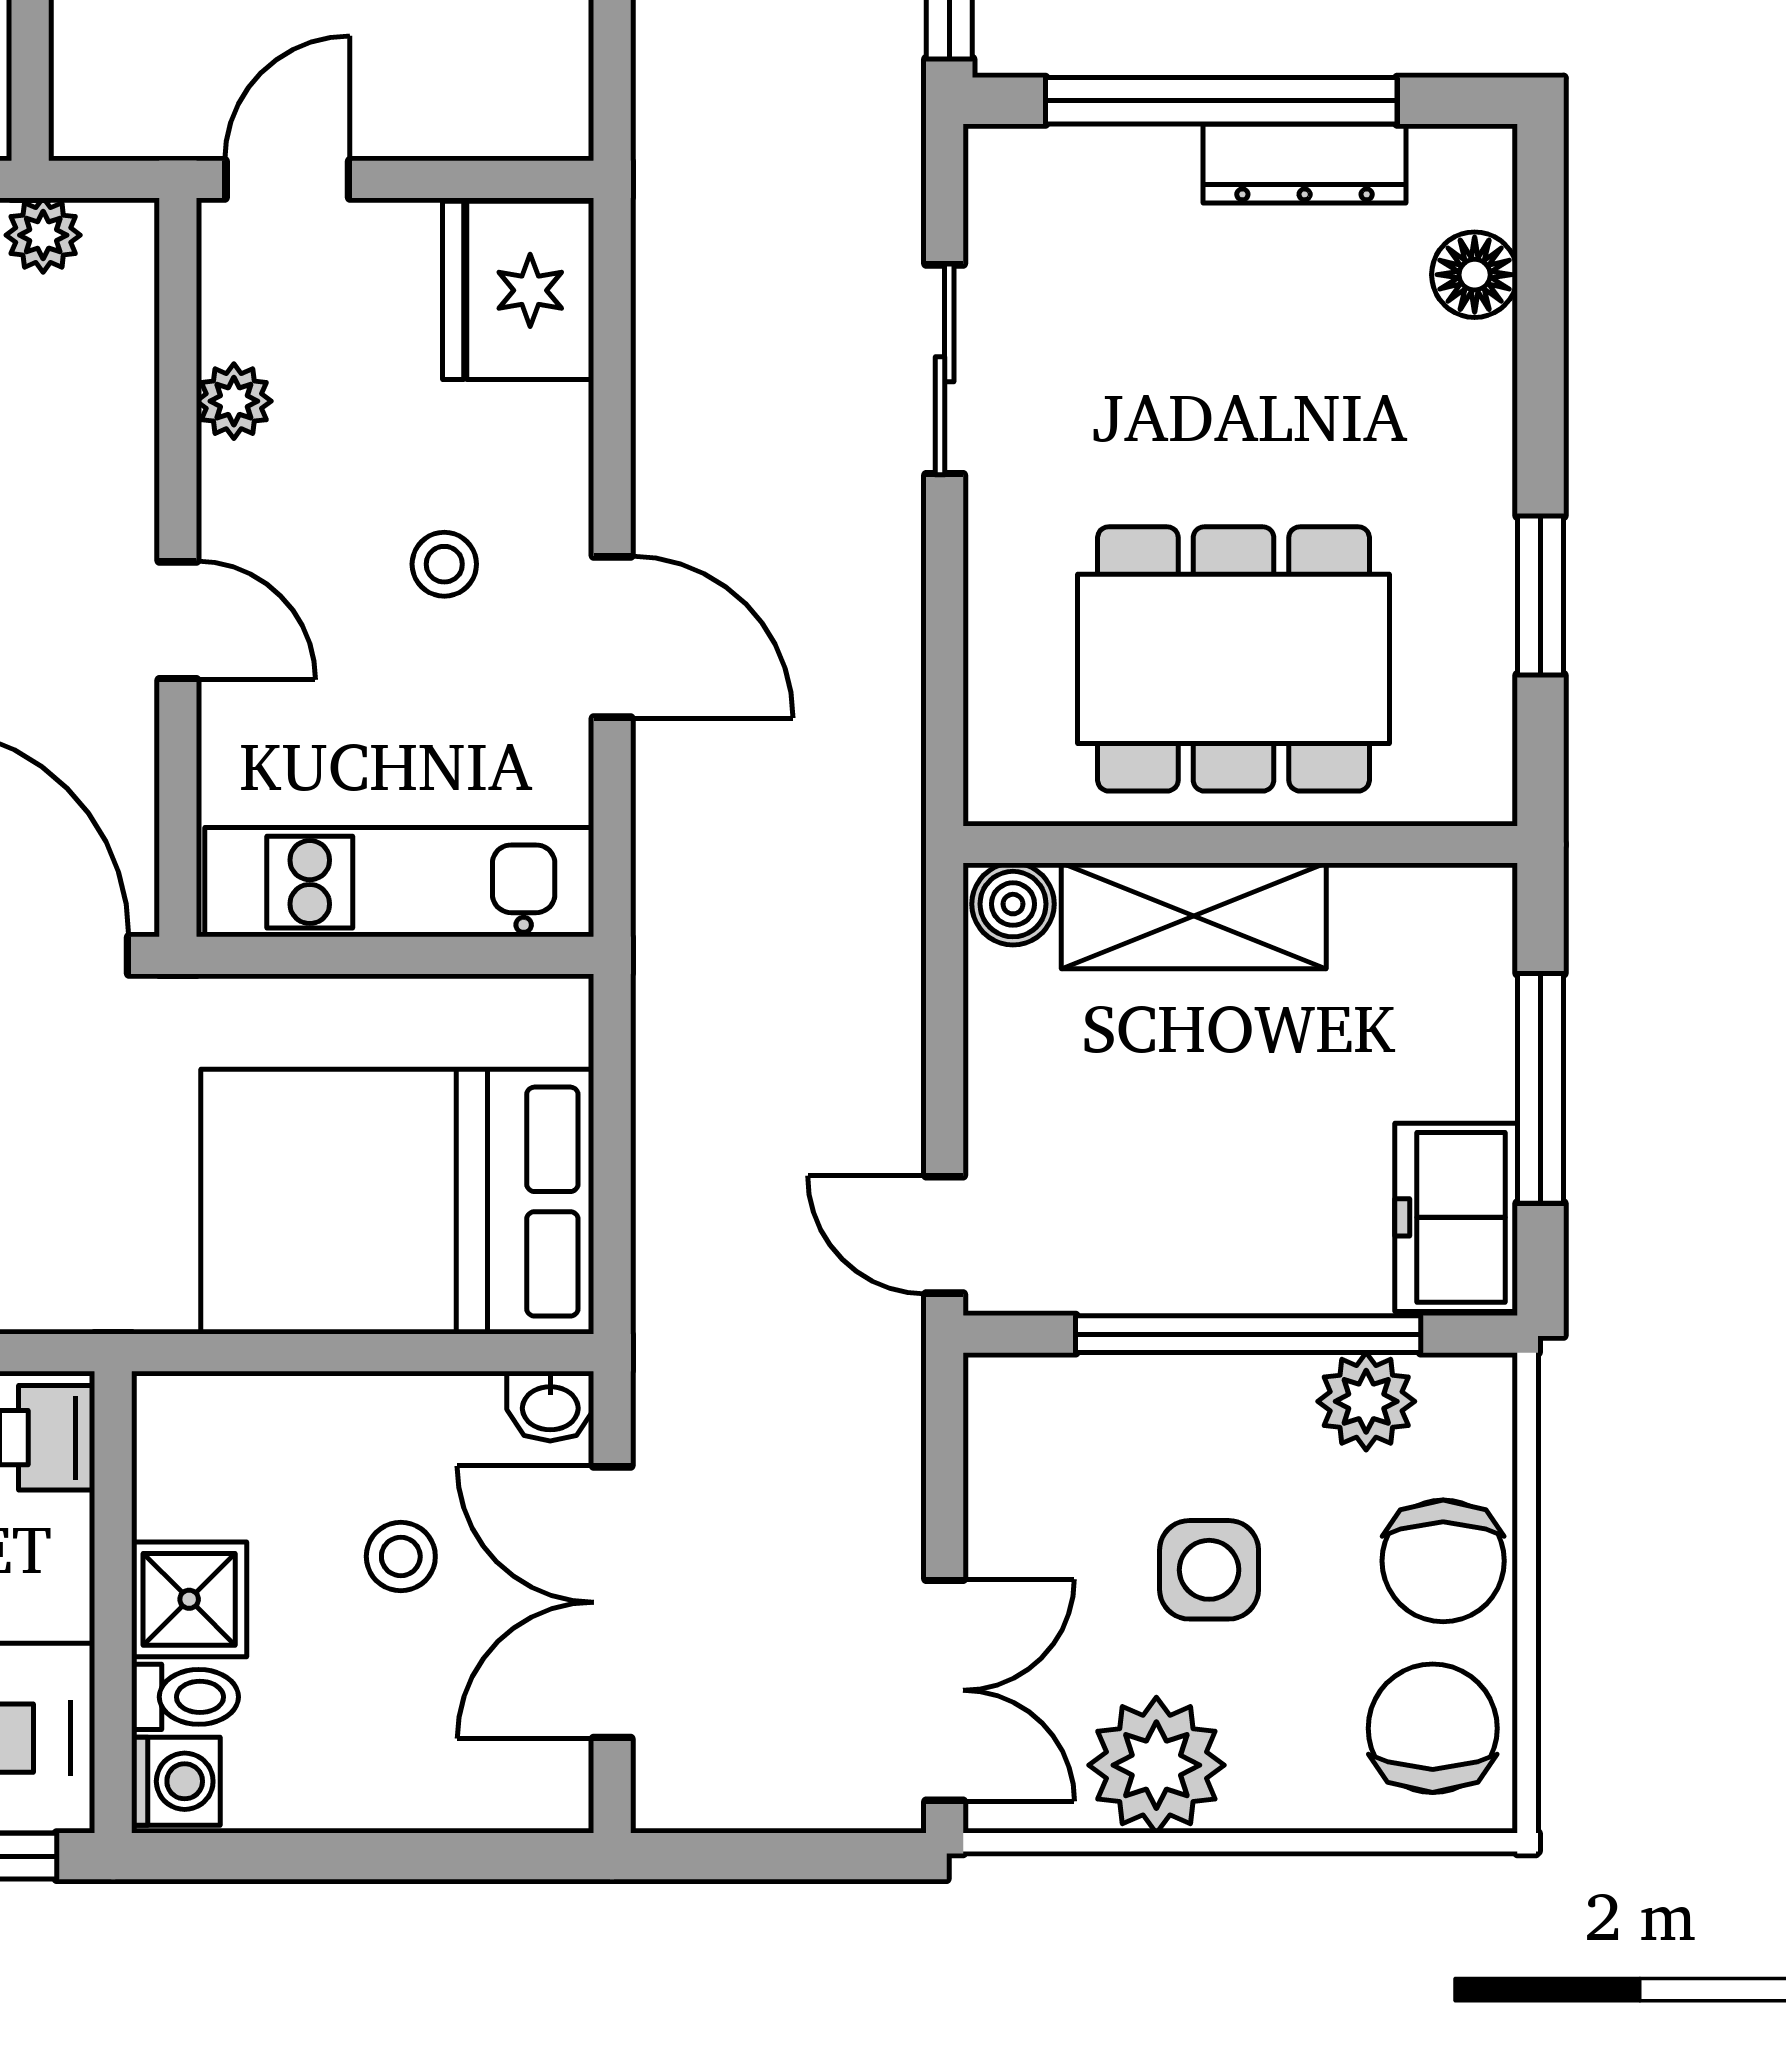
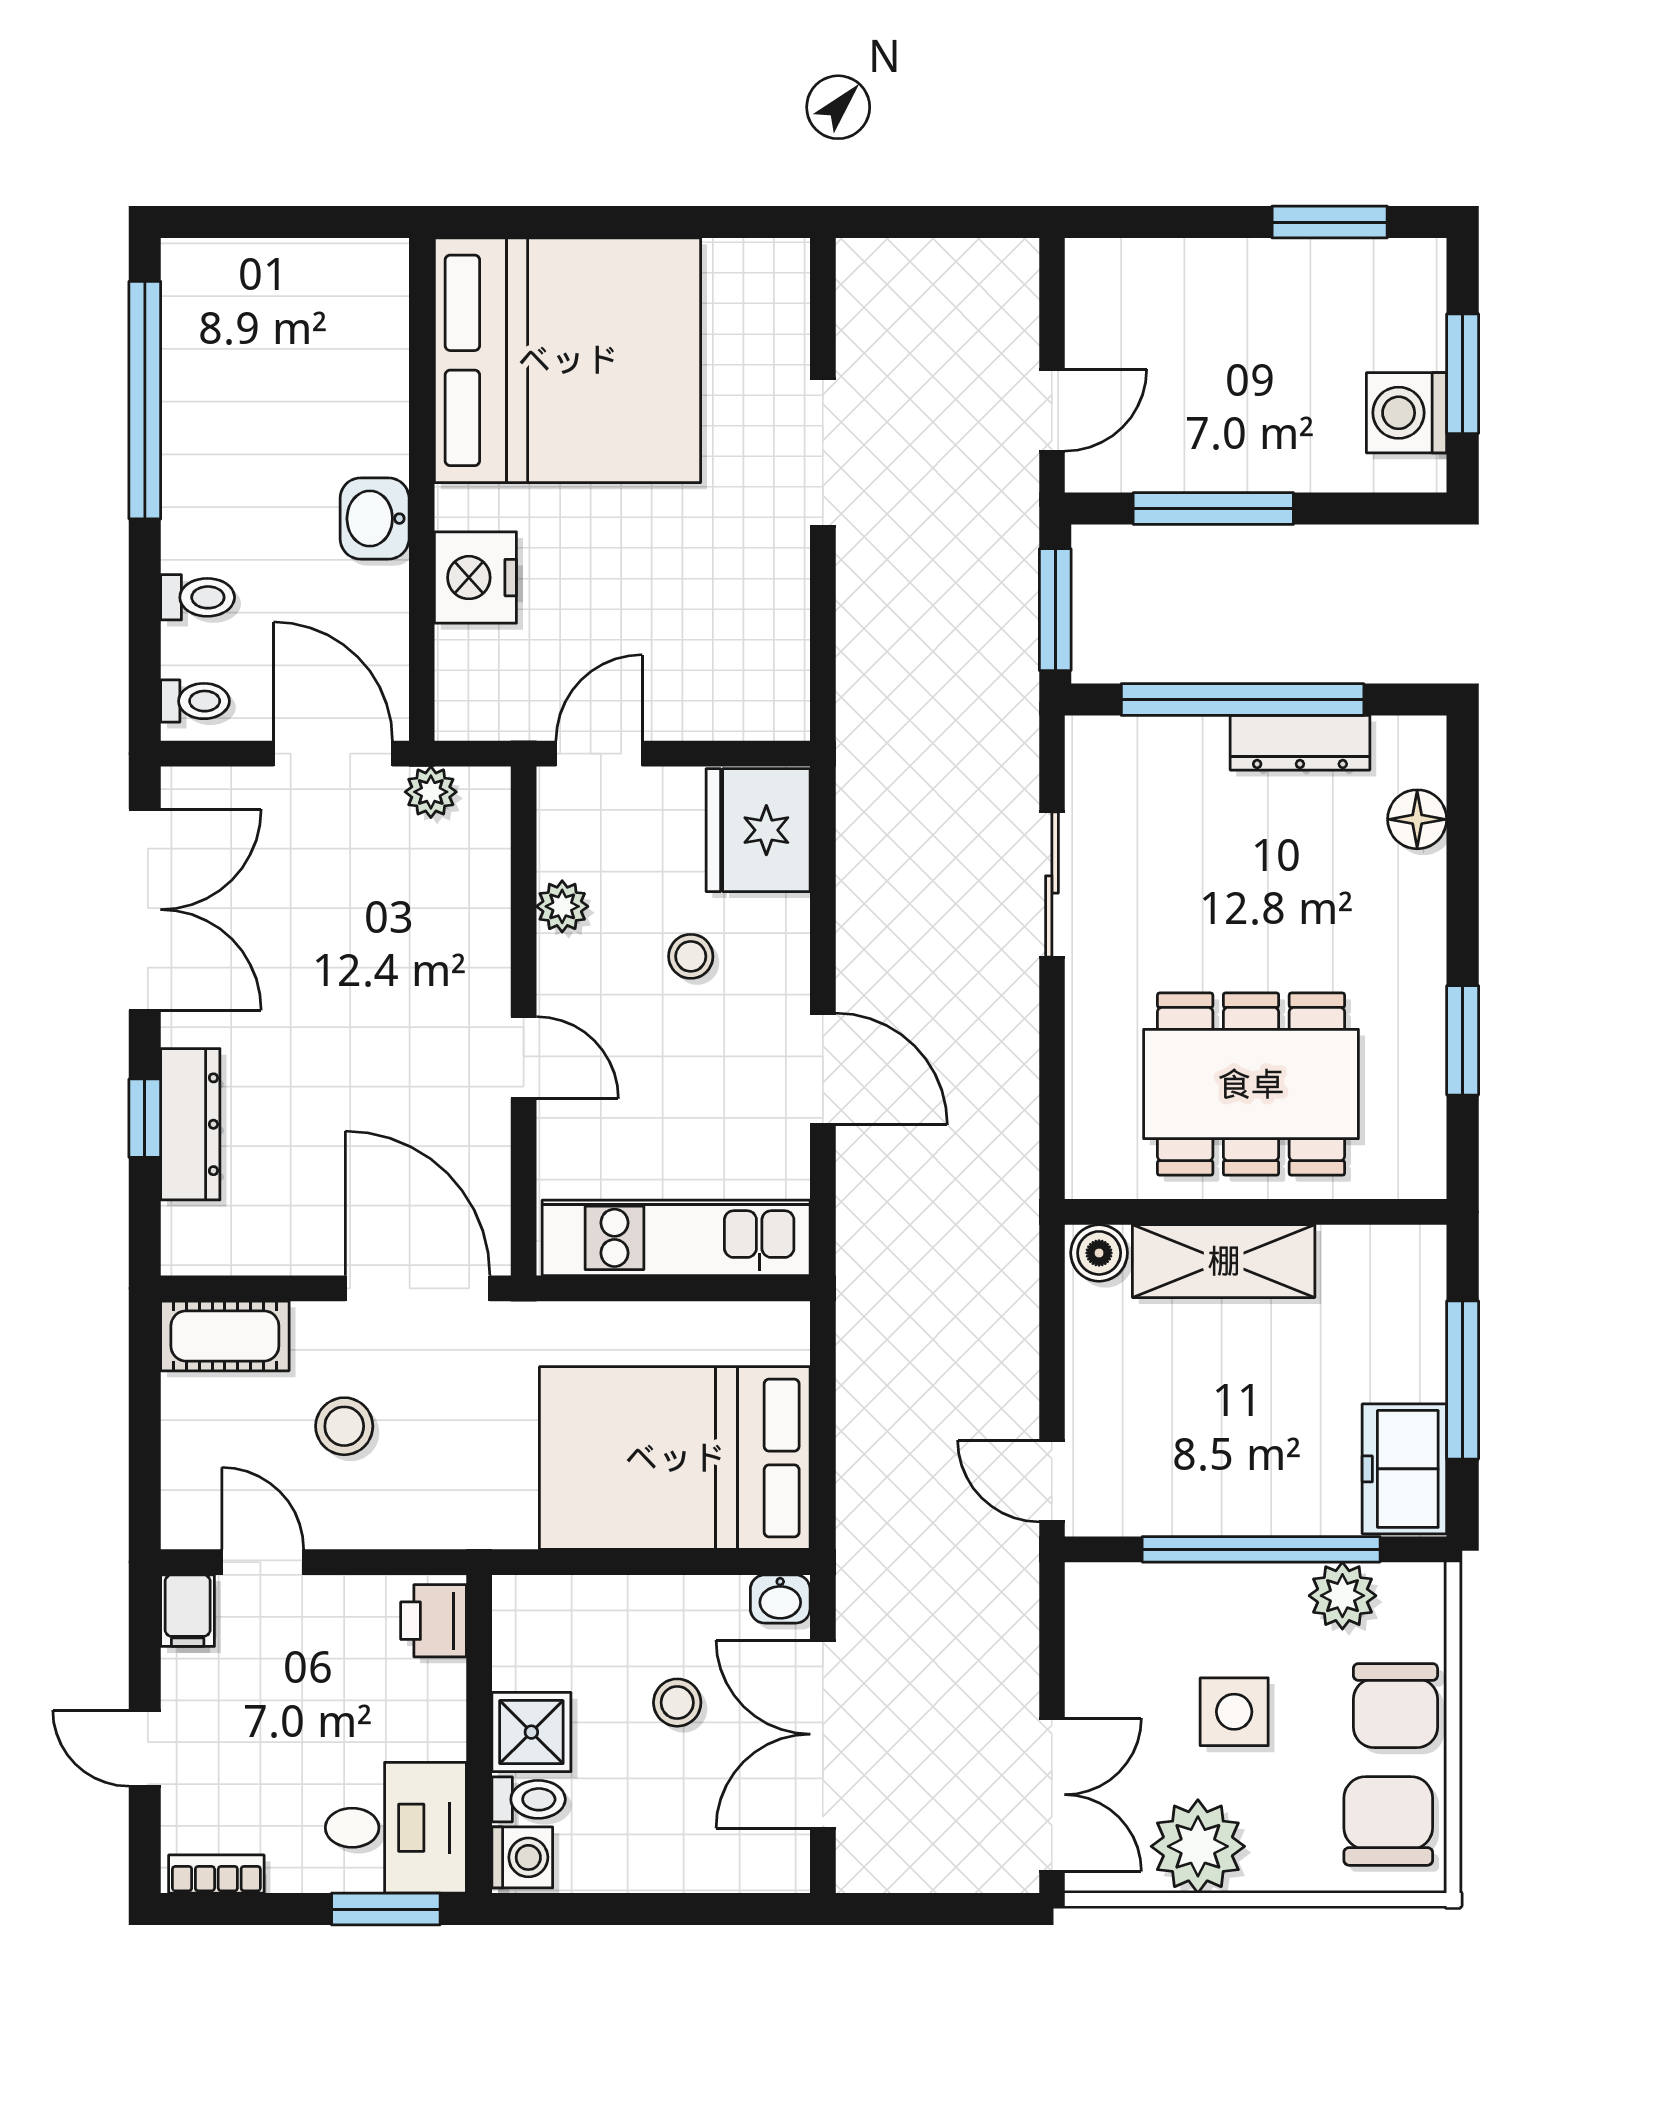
stool: (444, 564) -> (691, 956), moved

